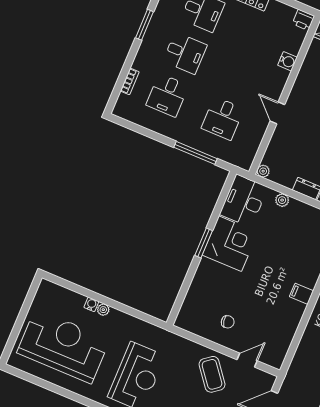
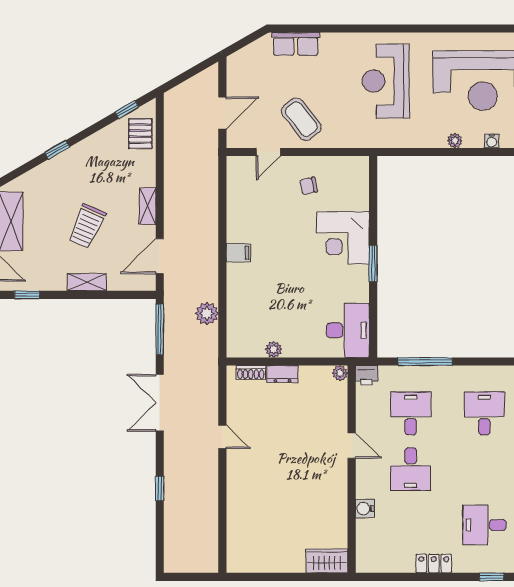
printer: (303, 20) -> (366, 375), moved, turned 180
desk: (185, 53) -> (411, 469), moved, turned -90
plant: (282, 200) -> (274, 349), moved
corner desk: (230, 244) -> (343, 238), moved
water cooler: (91, 304) -> (492, 141), moved

